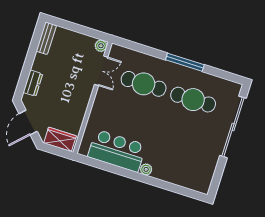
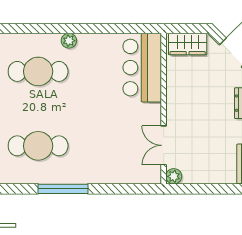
cafe table: (144, 84) -> (38, 71), moved
bar counter: (117, 151) -> (142, 68), moved, turned 90

